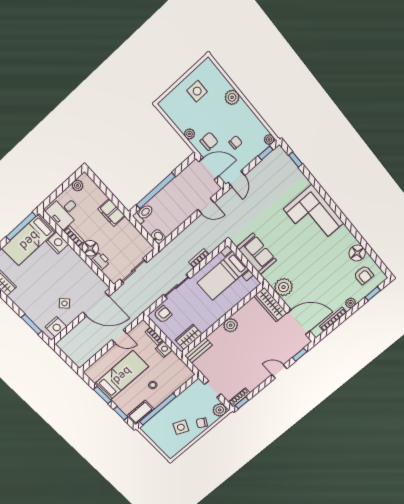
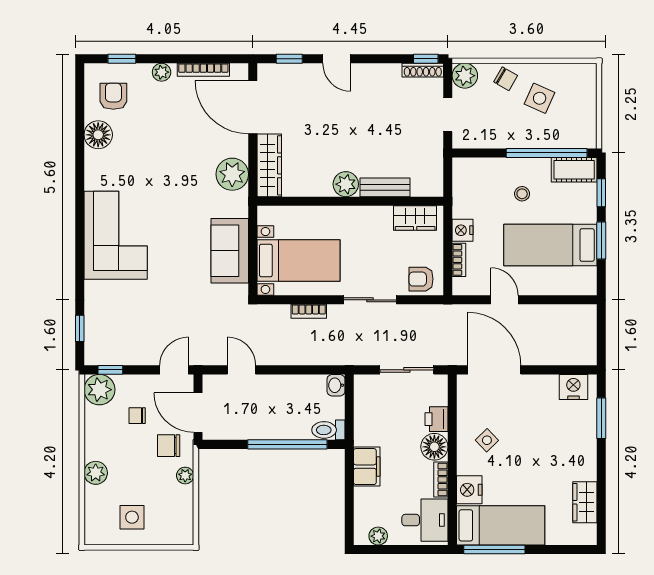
plant: (269, 139) -> (99, 390), width x1.88, depth x1.88
side table: (64, 303) -> (487, 440), moved
bench: (198, 350) -> (385, 187), moved

